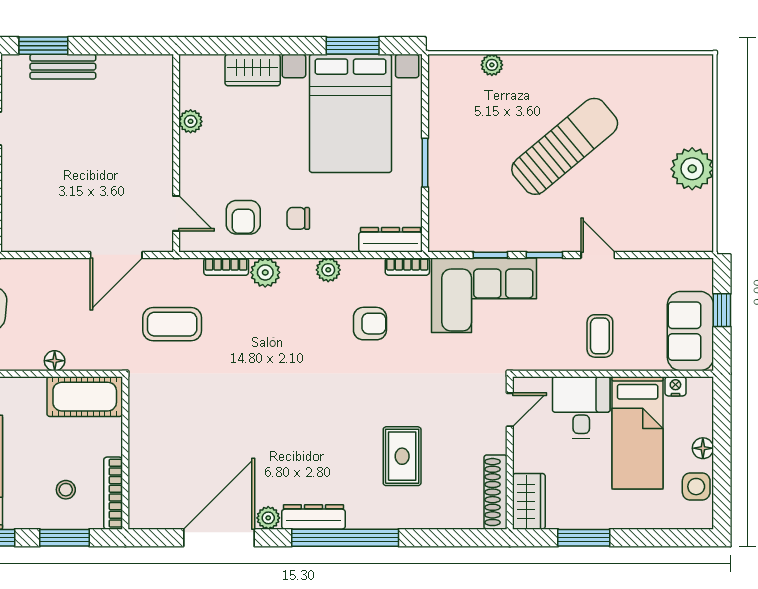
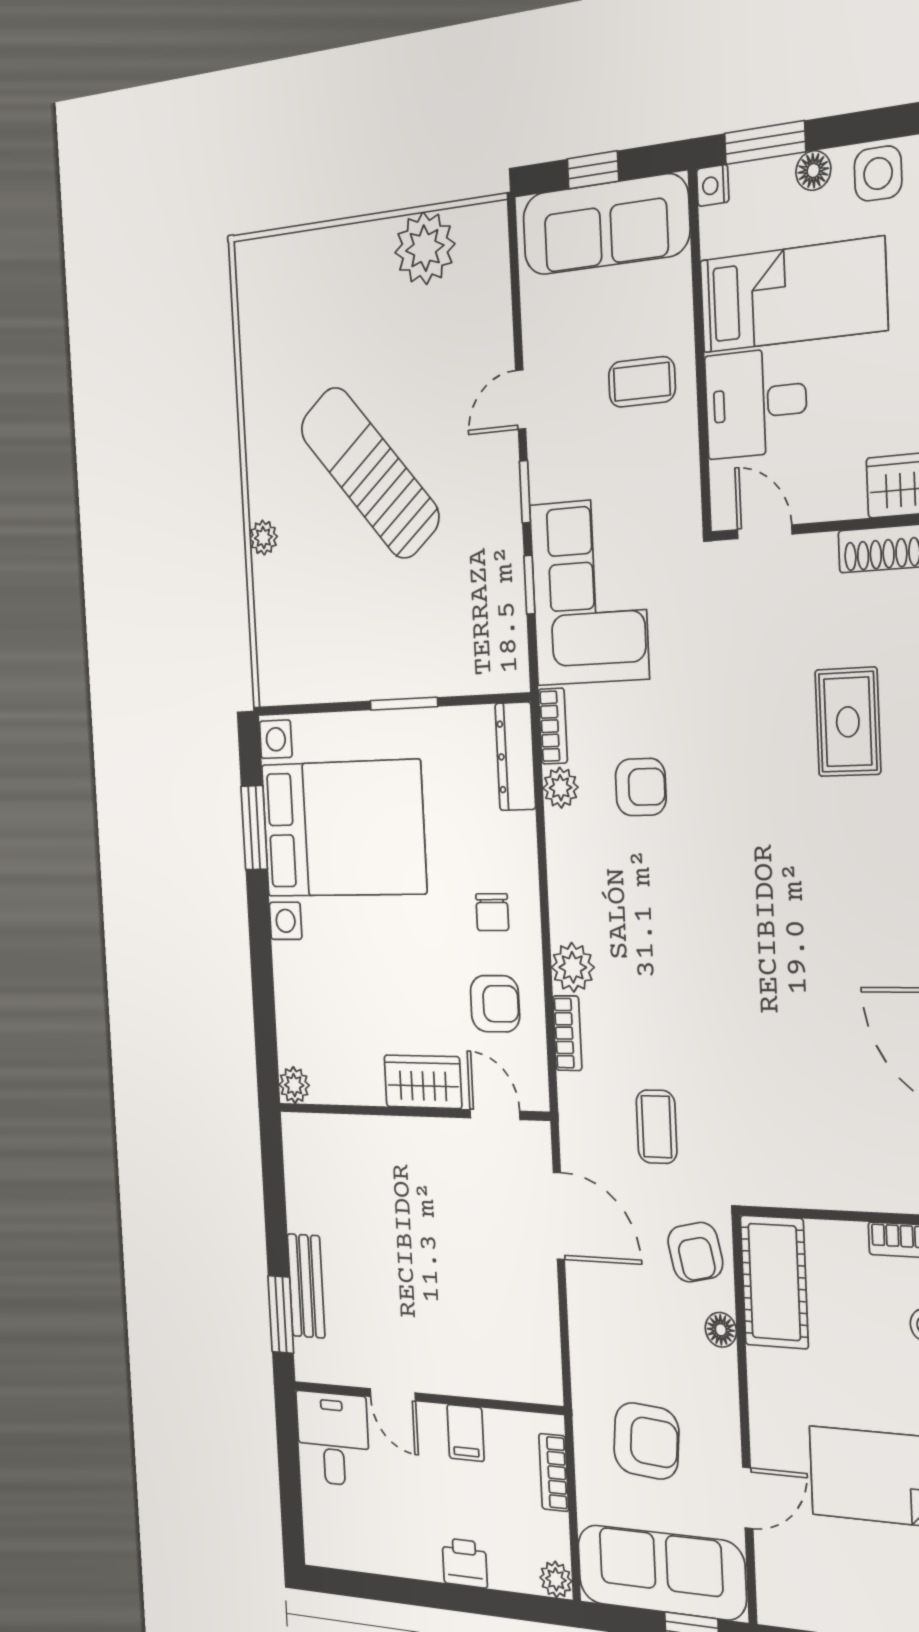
plant: (492, 65) -> (263, 538), moved
wardrobe: (253, 70) -> (423, 1082), moved, turned -90
plant: (191, 121) -> (294, 1085), moved
plant: (692, 169) -> (425, 248), moved
door: (176, 213) -> (495, 1115), hinge flipped
plant: (328, 270) -> (561, 788), moved
coffee table: (172, 324) -> (657, 1127), width x0.73, depth x0.77
armchair: (370, 324) -> (641, 787), turned 90
sofa: (690, 331) -> (605, 225), width x1.36
armchair: (99, 346) -> (695, 1252), added
nightstand: (675, 386) -> (713, 185), moved
window: (722, 420) -> (765, 143), added
rug: (402, 456) -> (848, 722), turned 90

